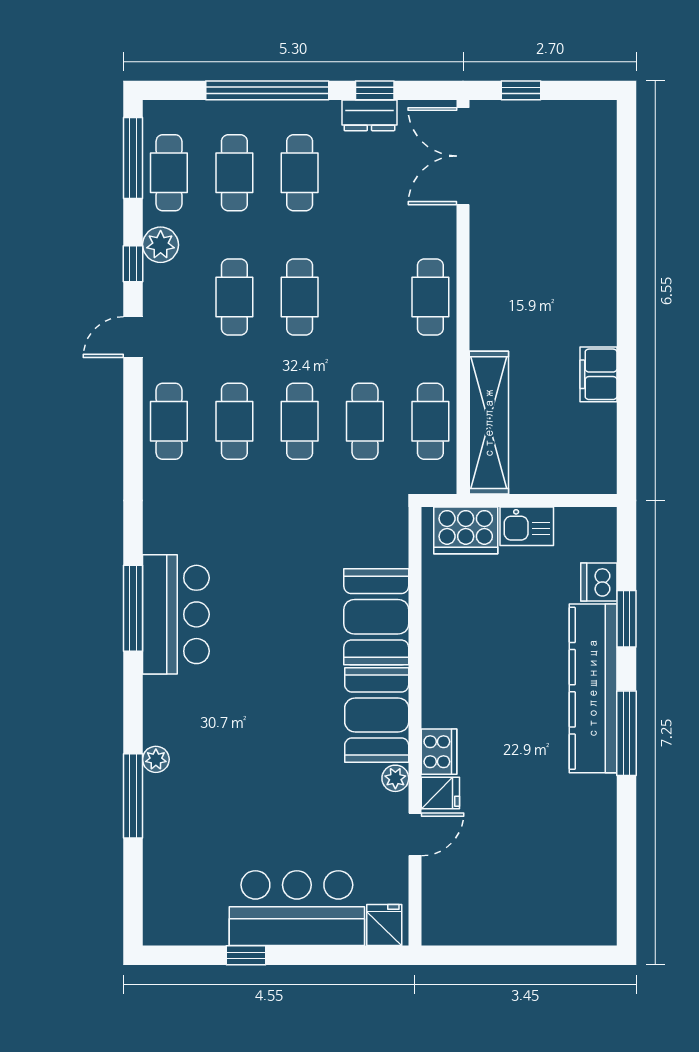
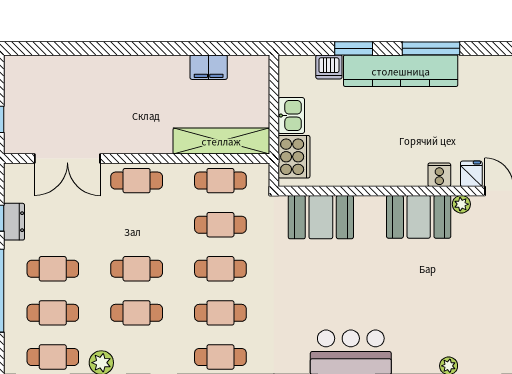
double door: (463, 156) -> (67, 159), moved
filing cabinet: (598, 374) -> (209, 67), moved
booth: (376, 617) -> (321, 217), moved
cooker: (439, 752) -> (439, 175), width x0.73

